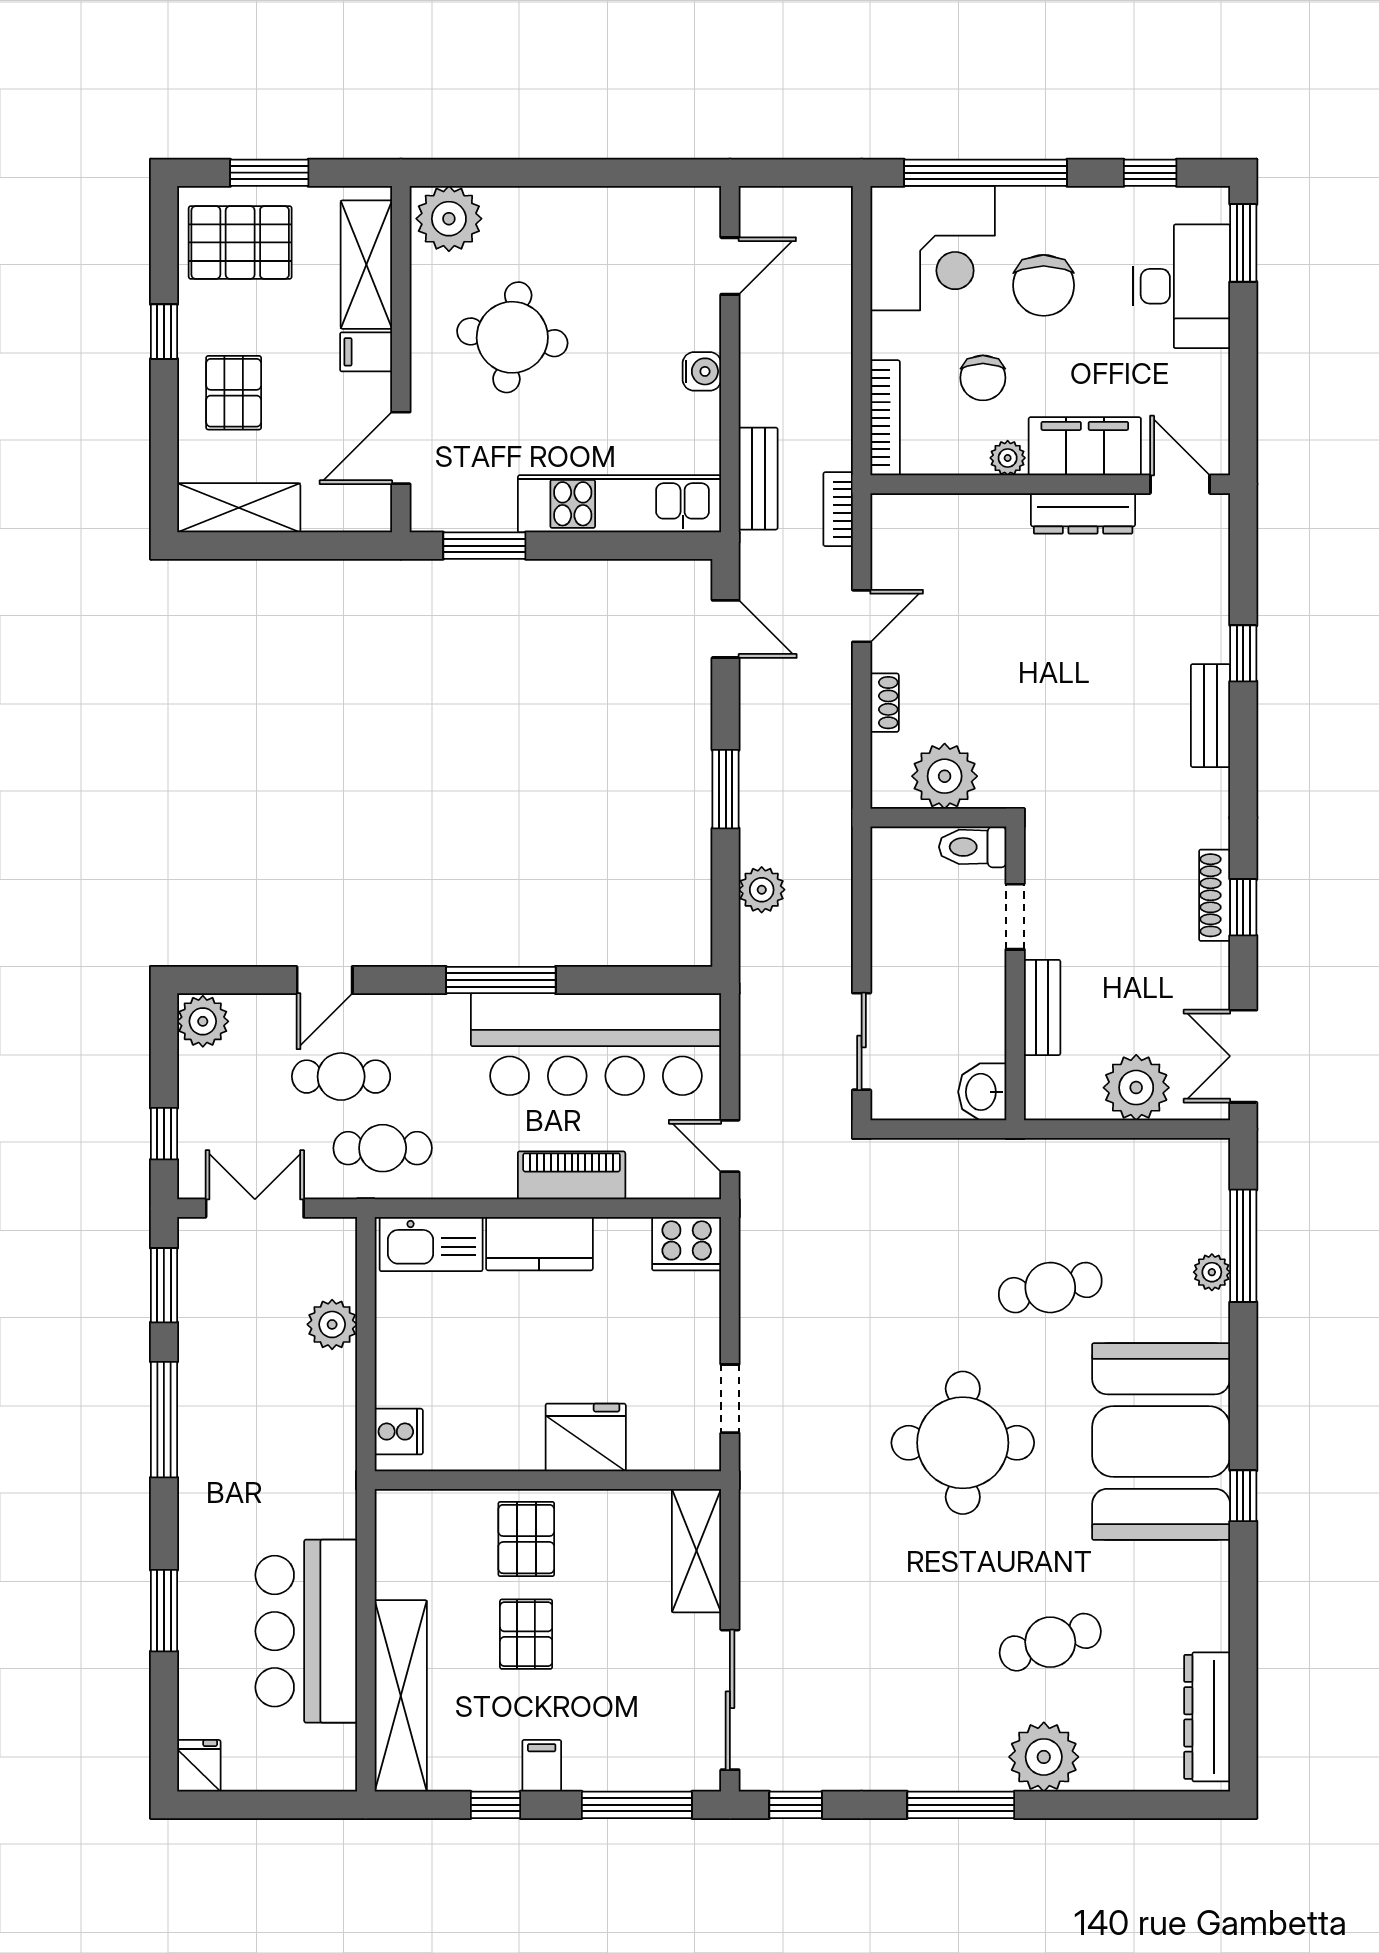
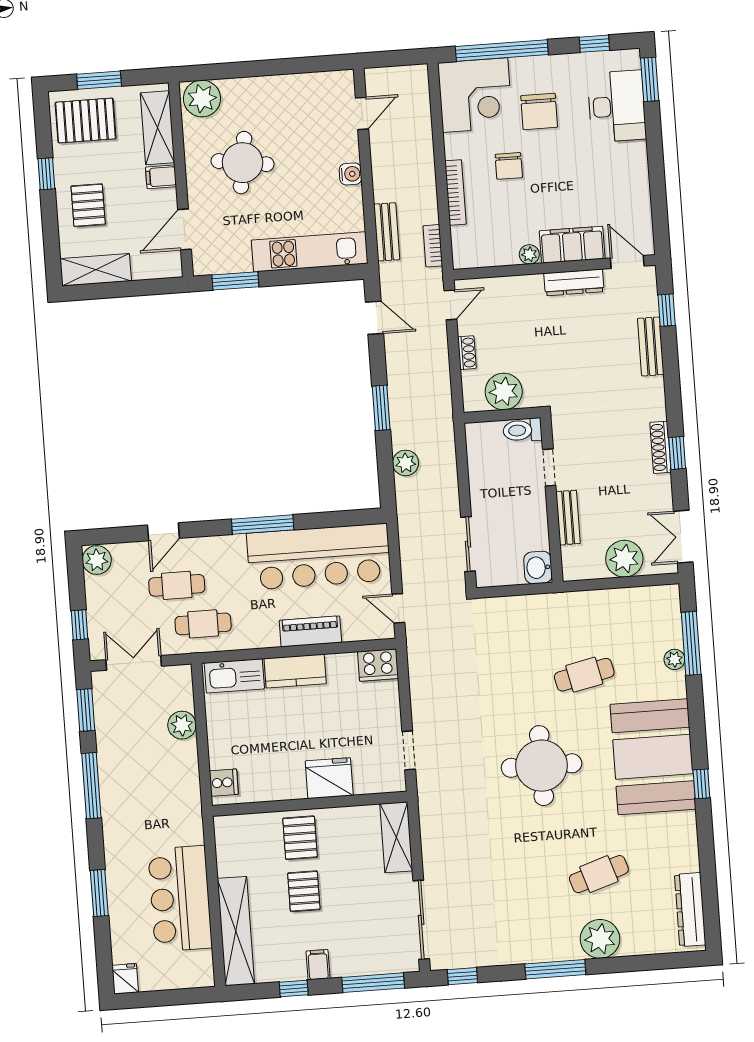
filing cabinet: (1085, 446) -> (572, 245), moved
plant: (1008, 458) -> (529, 254), moved
wall: (1050, 484) -> (554, 267), moved
door: (1180, 484) -> (627, 262), moved
dresser: (1083, 513) -> (574, 282), moved

